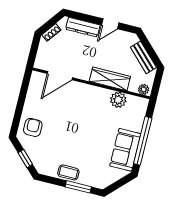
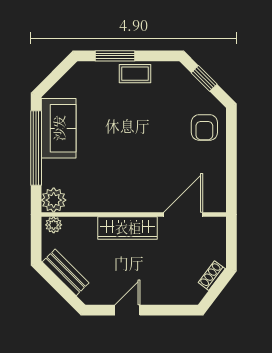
dresser: (83, 27) -> (167, 295), removed
wardrobe: (110, 79) -> (128, 228), moved
plant: (118, 100) -> (54, 200), moved

